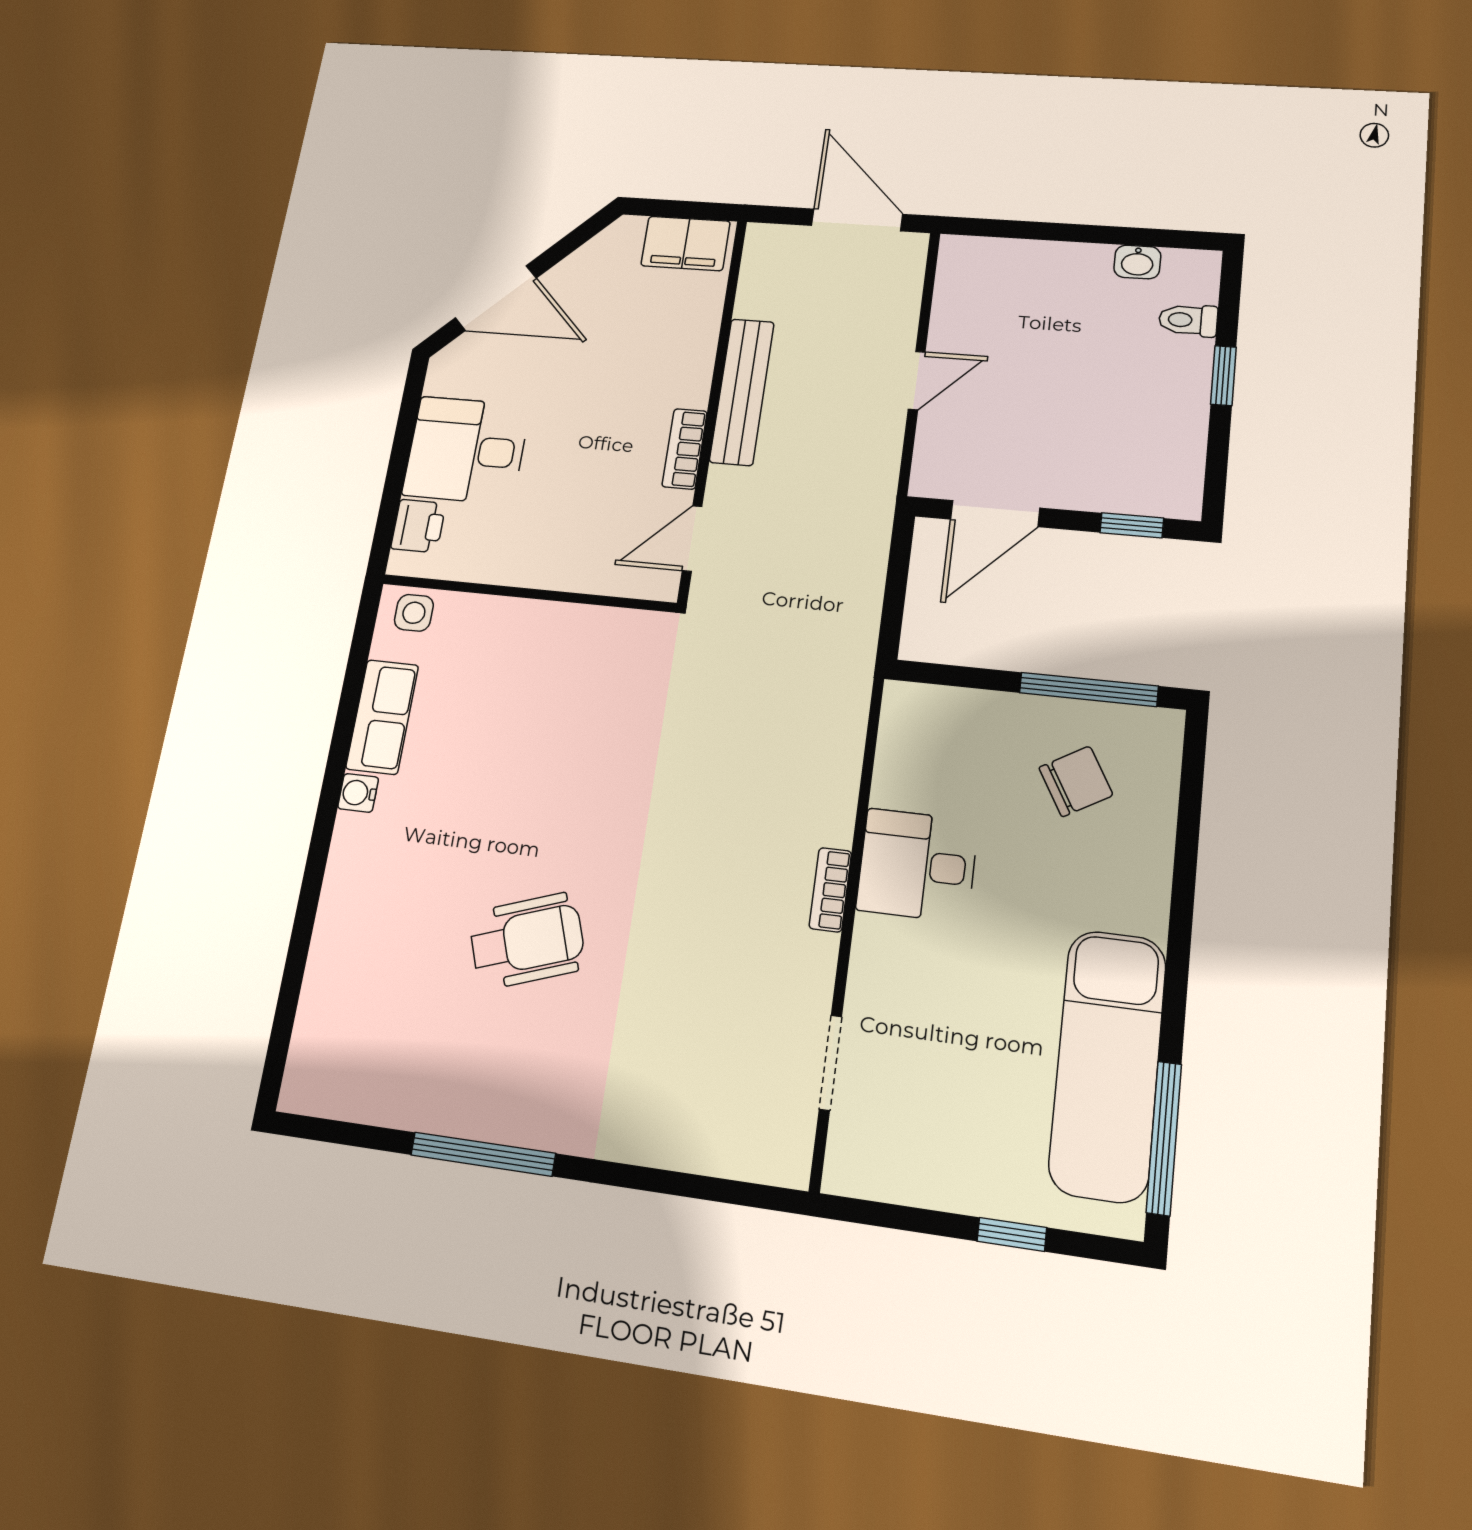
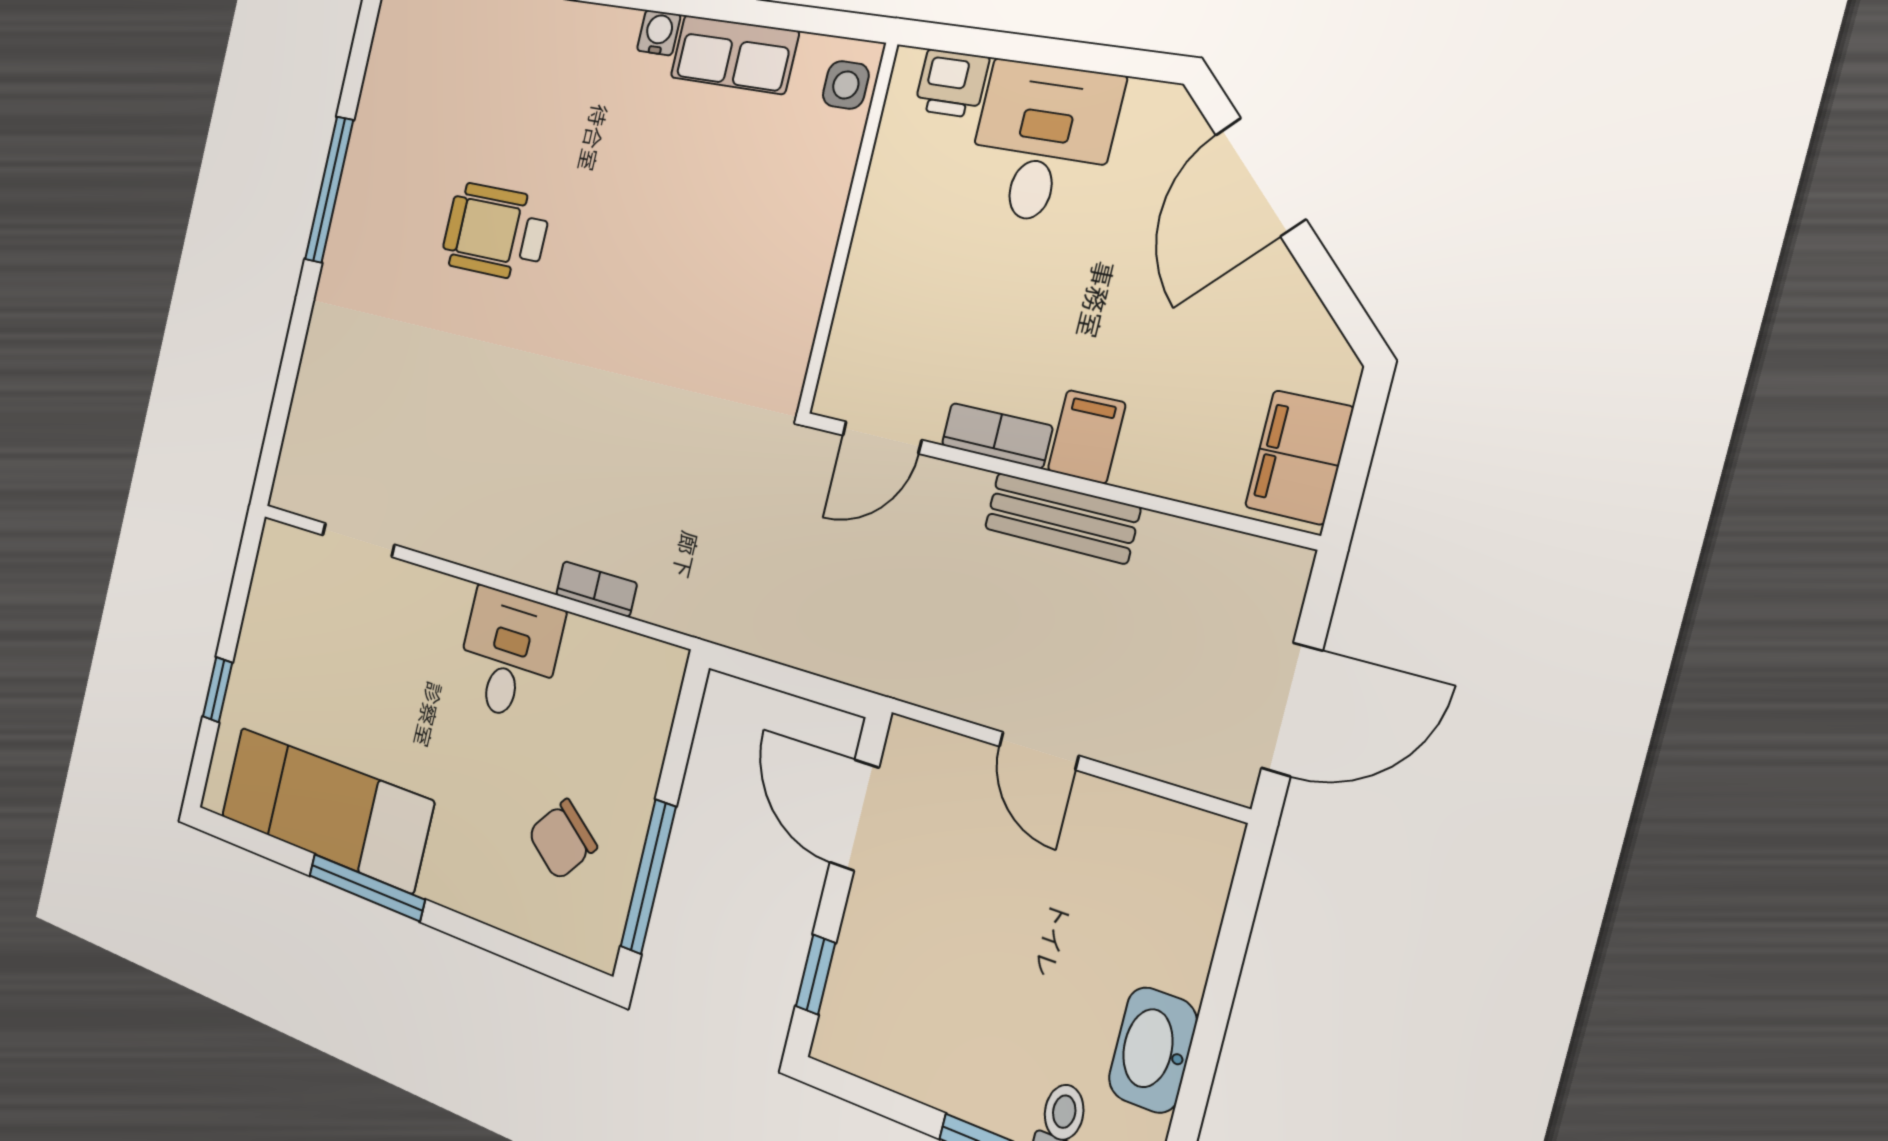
washbasin: (1137, 262) -> (1153, 1050), width x1.91, depth x1.45
filing cabinet: (681, 384) -> (1087, 437), added
bench: (742, 392) -> (1062, 518), width x0.73
door: (692, 539) -> (882, 438), swing flipped
chair: (1076, 781) -> (562, 840), turned 68
bookcase: (830, 890) -> (596, 589), moved
wheelchair: (527, 941) -> (495, 232), turned 109
window: (1164, 1138) -> (367, 887), moved

